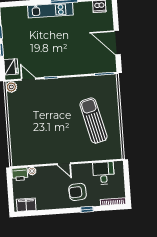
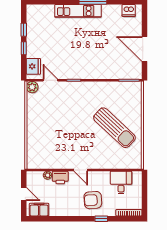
sun lounger: (93, 121) -> (114, 128), turned 147
printer: (20, 174) -> (60, 178), moved
door: (10, 191) -> (24, 194), added

